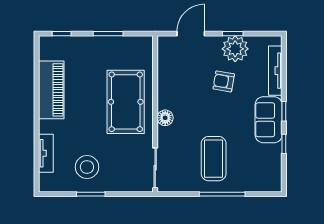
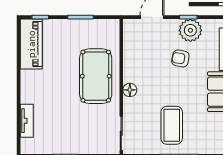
piano: (51, 90) -> (31, 44), moved
stool: (87, 167) -> (62, 133), removed

